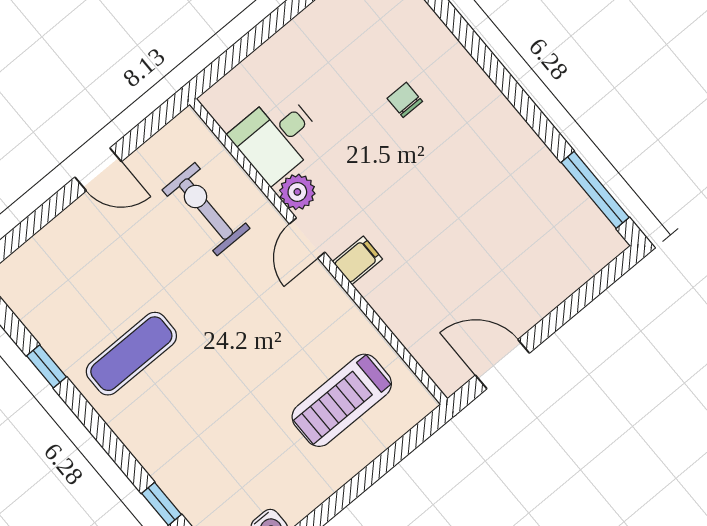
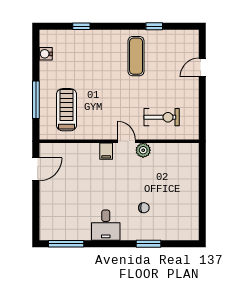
window: (465, 34) -> (149, 244), added
desk: (277, 137) -> (106, 225), moved, turned 180
door: (98, 169) -> (202, 67), moved
window: (372, 474) -> (36, 100), added

